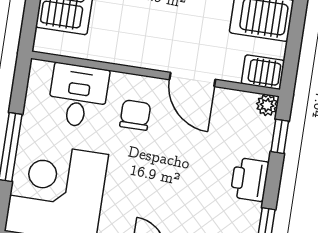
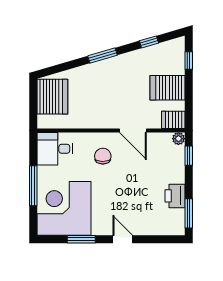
desk: (78, 96) -> (55, 149), moved, turned -90
printer: (250, 179) -> (175, 196), moved

